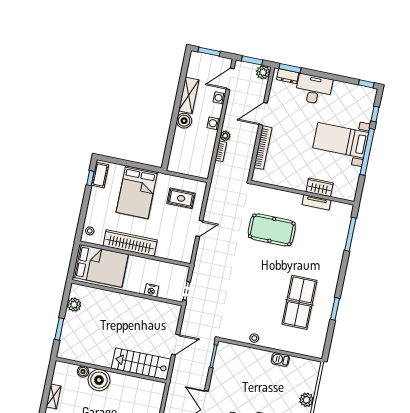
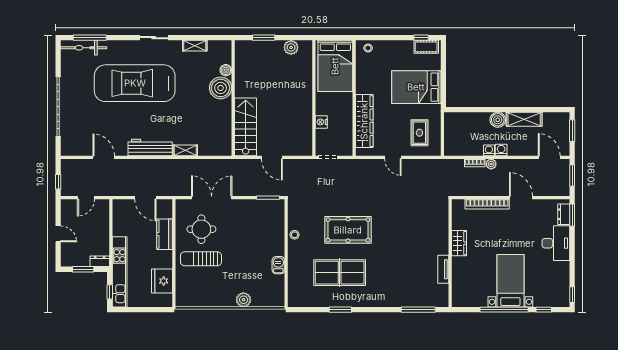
plant: (263, 72) -> (562, 189), removed
washing machine: (219, 98) -> (489, 150), moved
wardrobe: (320, 187) -> (459, 243), moved
pool table: (272, 230) -> (348, 230), moved, turned 90
wardrobe: (130, 243) -> (364, 121), moved

